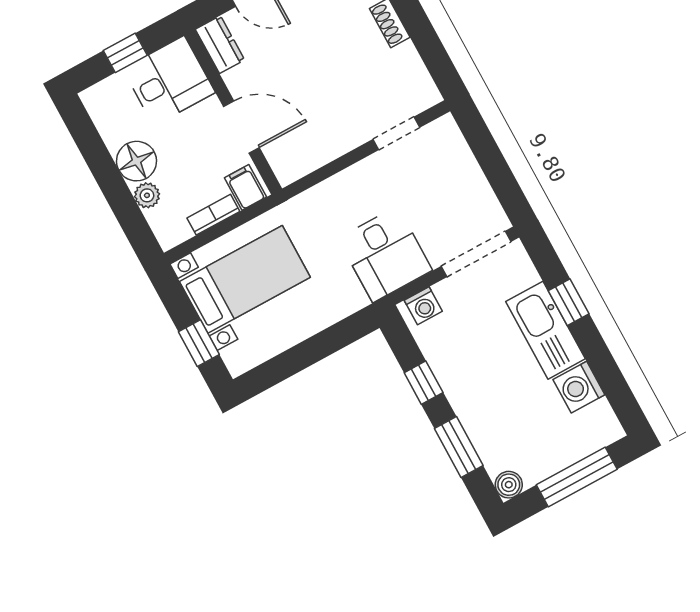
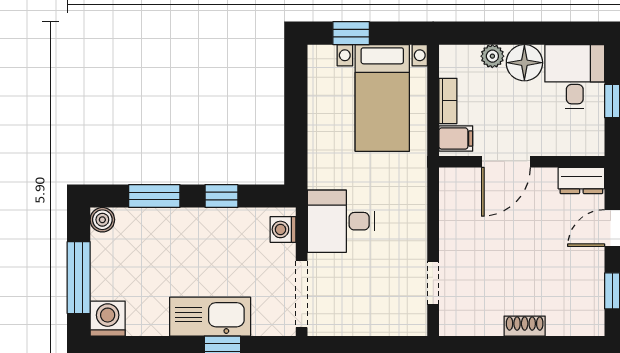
desk: (169, 81) -> (575, 77), moved, turned 180
washing machine: (579, 387) -> (108, 319), moved

